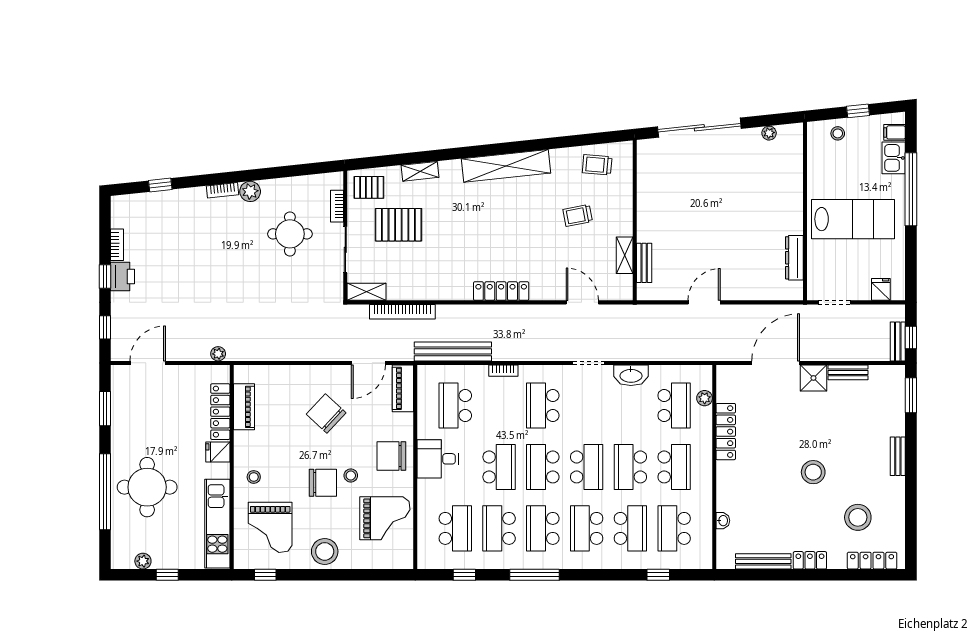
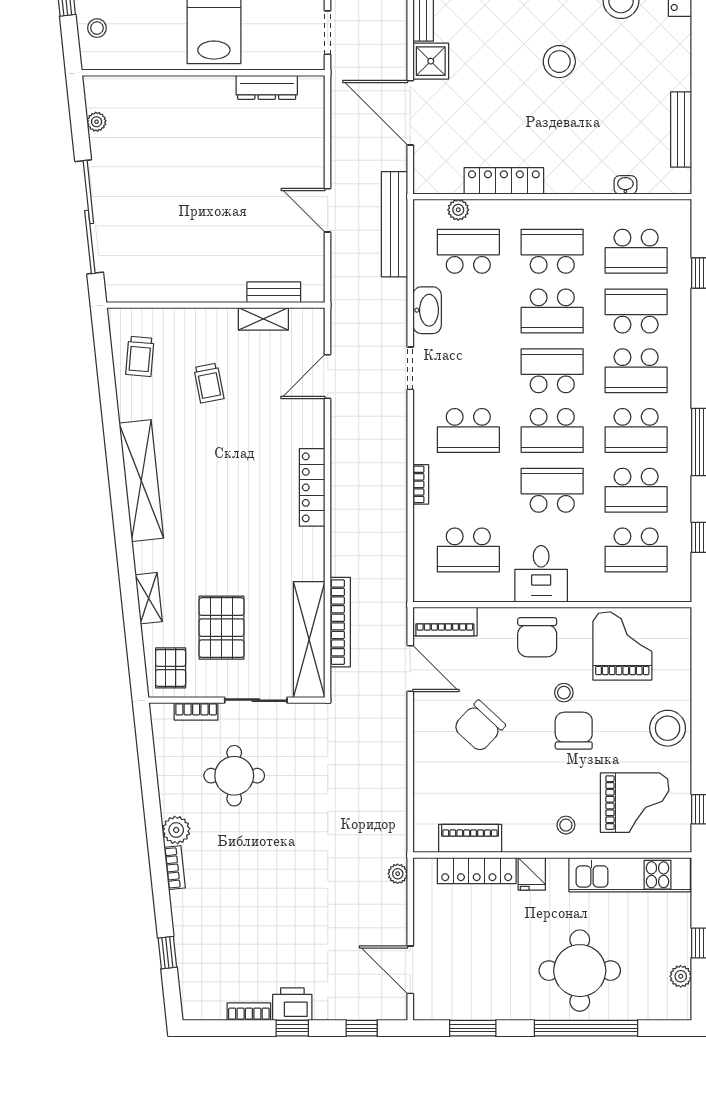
shelving: (366, 292) -> (309, 640), width x2.20, depth x1.33
bench: (453, 351) -> (395, 224), moved
school desk: (455, 528) -> (636, 550), turned 180
locker: (810, 560) -> (680, 66), removed

